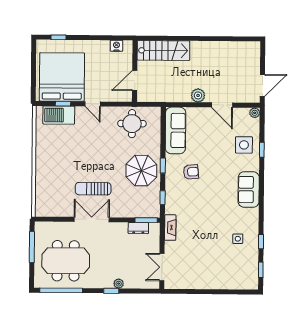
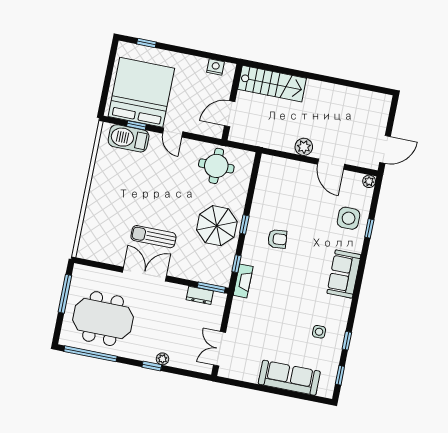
sofa: (176, 130) -> (289, 378), moved, turned -90
fireplace: (170, 228) -> (243, 281), moved

